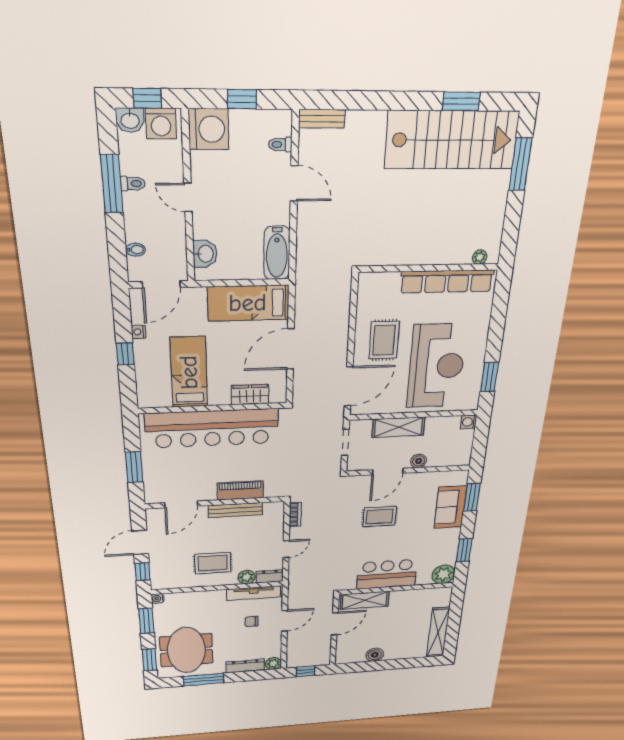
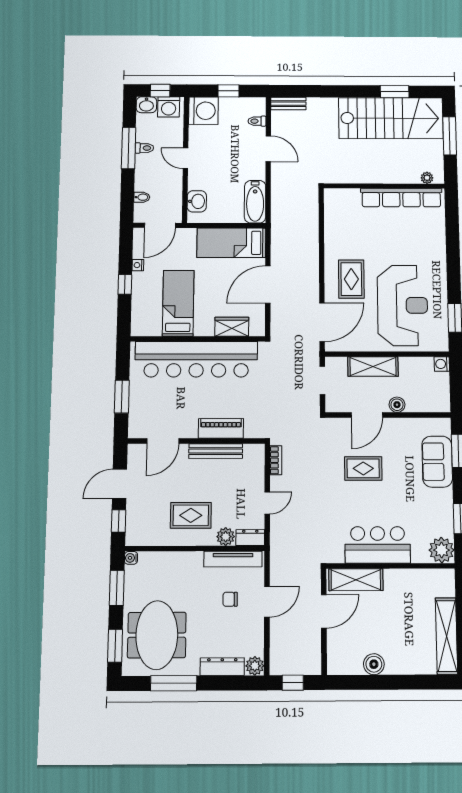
plant: (480, 257) -> (427, 178), moved
wall: (429, 268) -> (384, 186), moved
row of seats: (447, 281) -> (401, 198), moved

